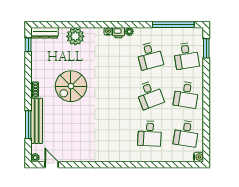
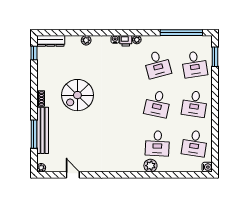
plant: (75, 36) -> (86, 40), width x0.53, depth x0.53
desk: (150, 95) -> (157, 104), turned 33
plant: (143, 156) -> (150, 166), added
door: (52, 165) -> (73, 175), moved

